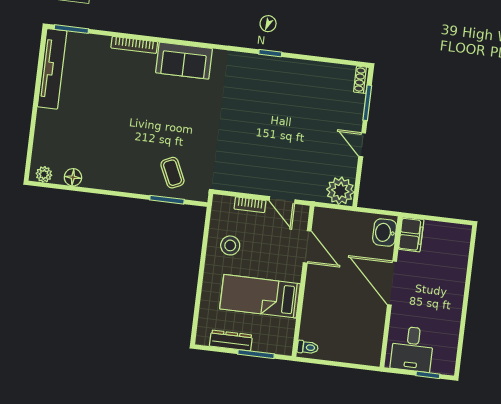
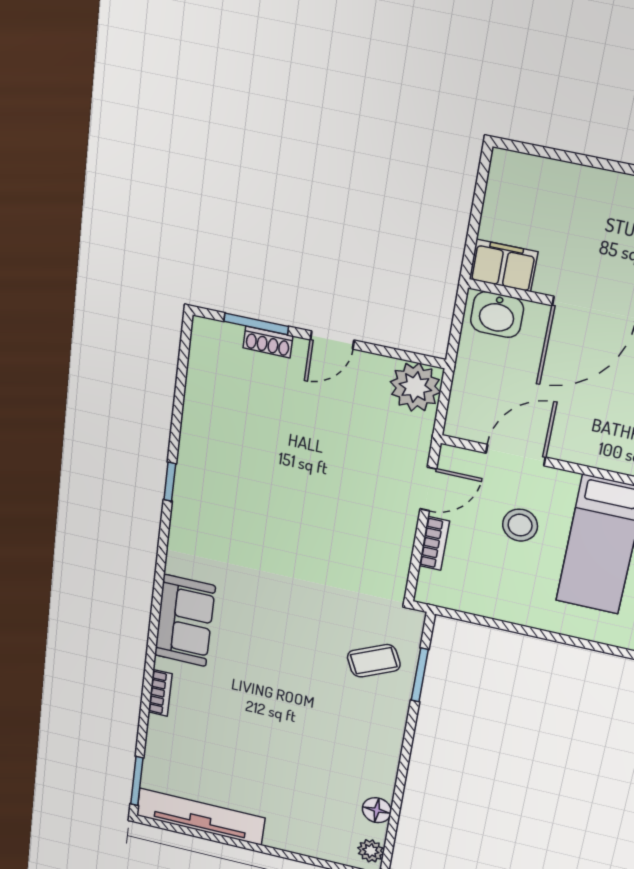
bookcase: (134, 45) -> (160, 693), width x0.64
shoe rack: (361, 80) -> (268, 342), moved
stool: (230, 245) -> (520, 525), moved

